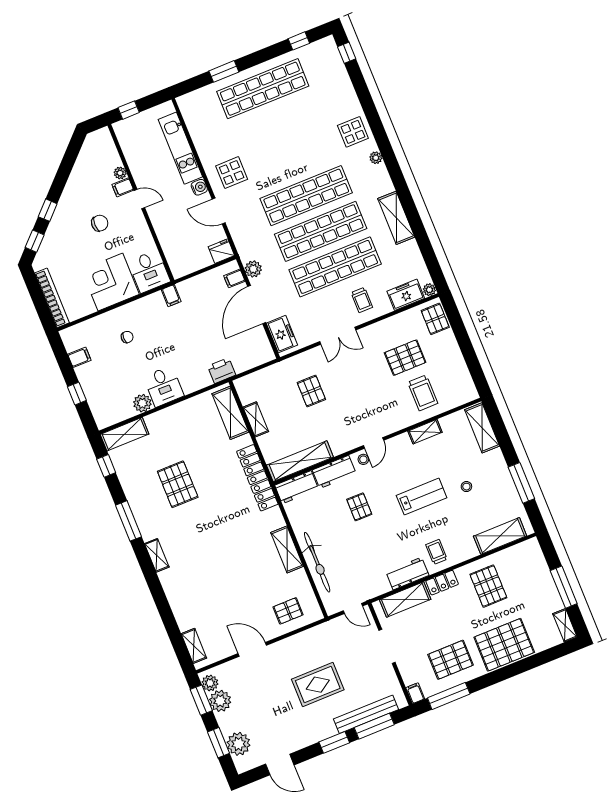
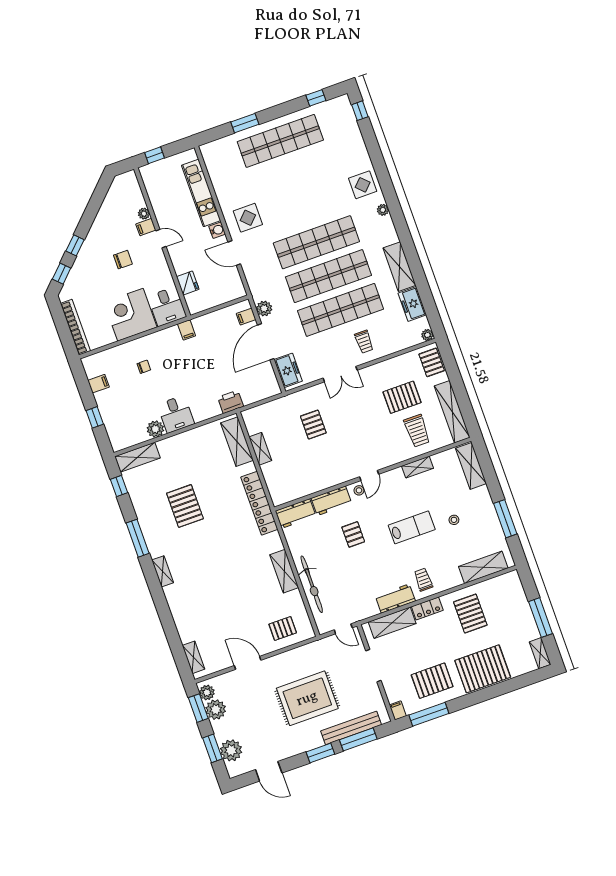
fridge: (221, 251) -> (188, 283), moved, turned 90
freezer: (406, 295) -> (412, 304), moved, turned -90
shelving: (300, 461) -> (452, 412), moved, turned 90
rug: (318, 685) -> (307, 698), width x1.37, depth x1.44

